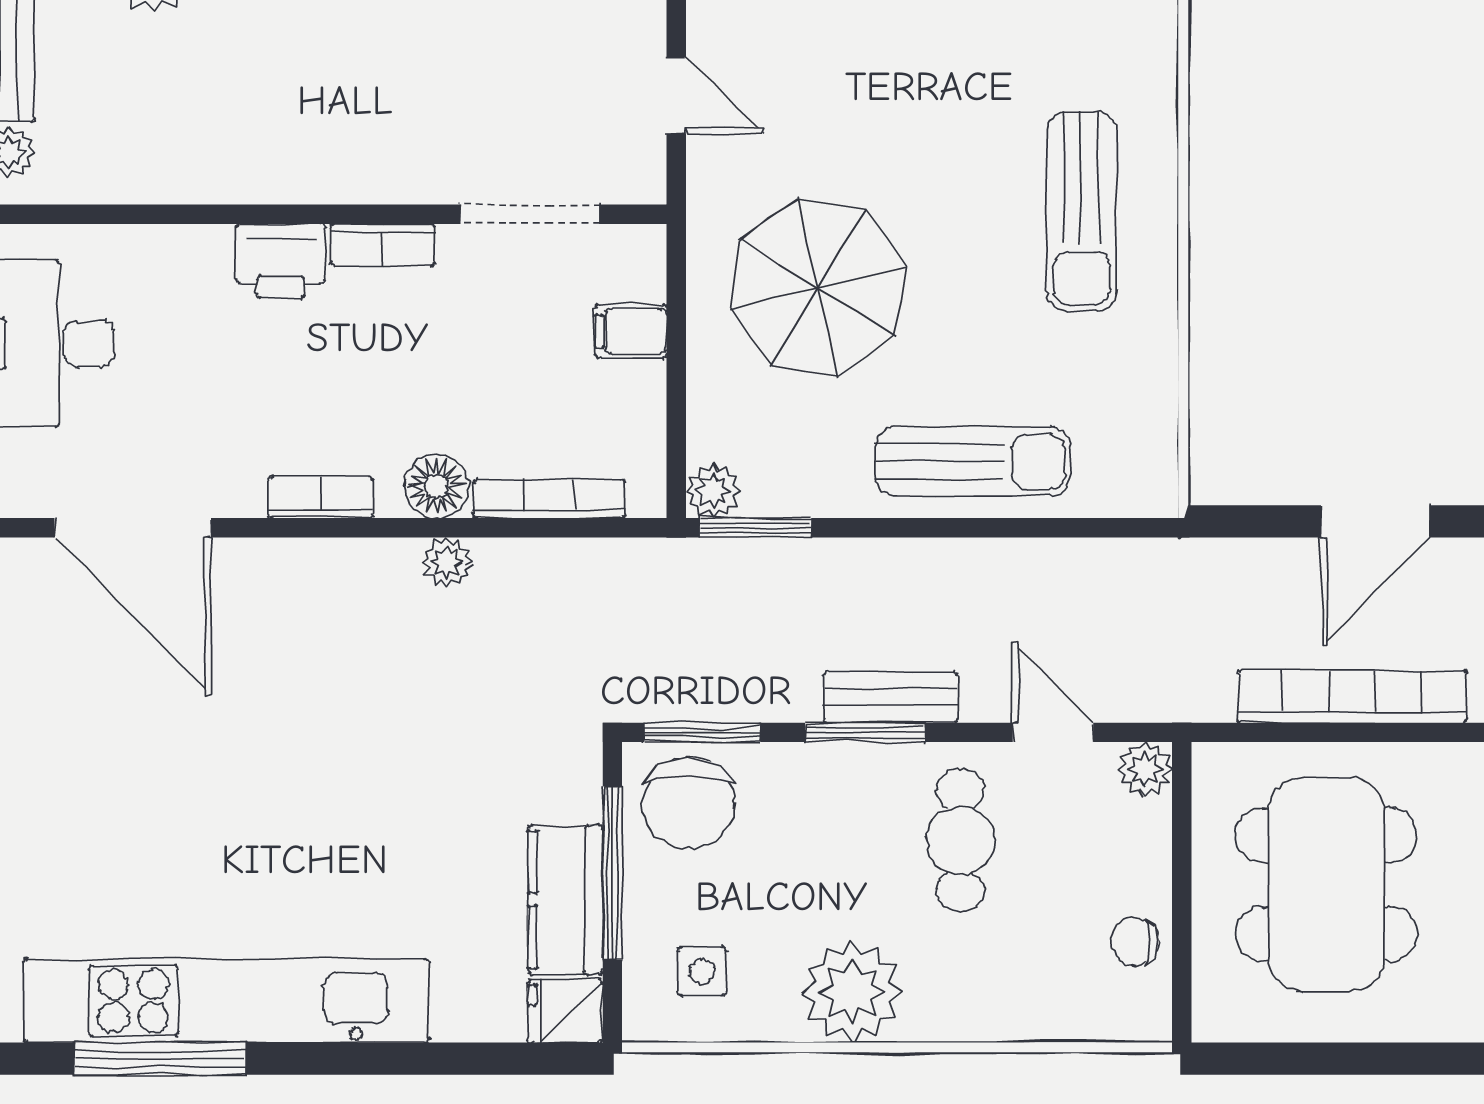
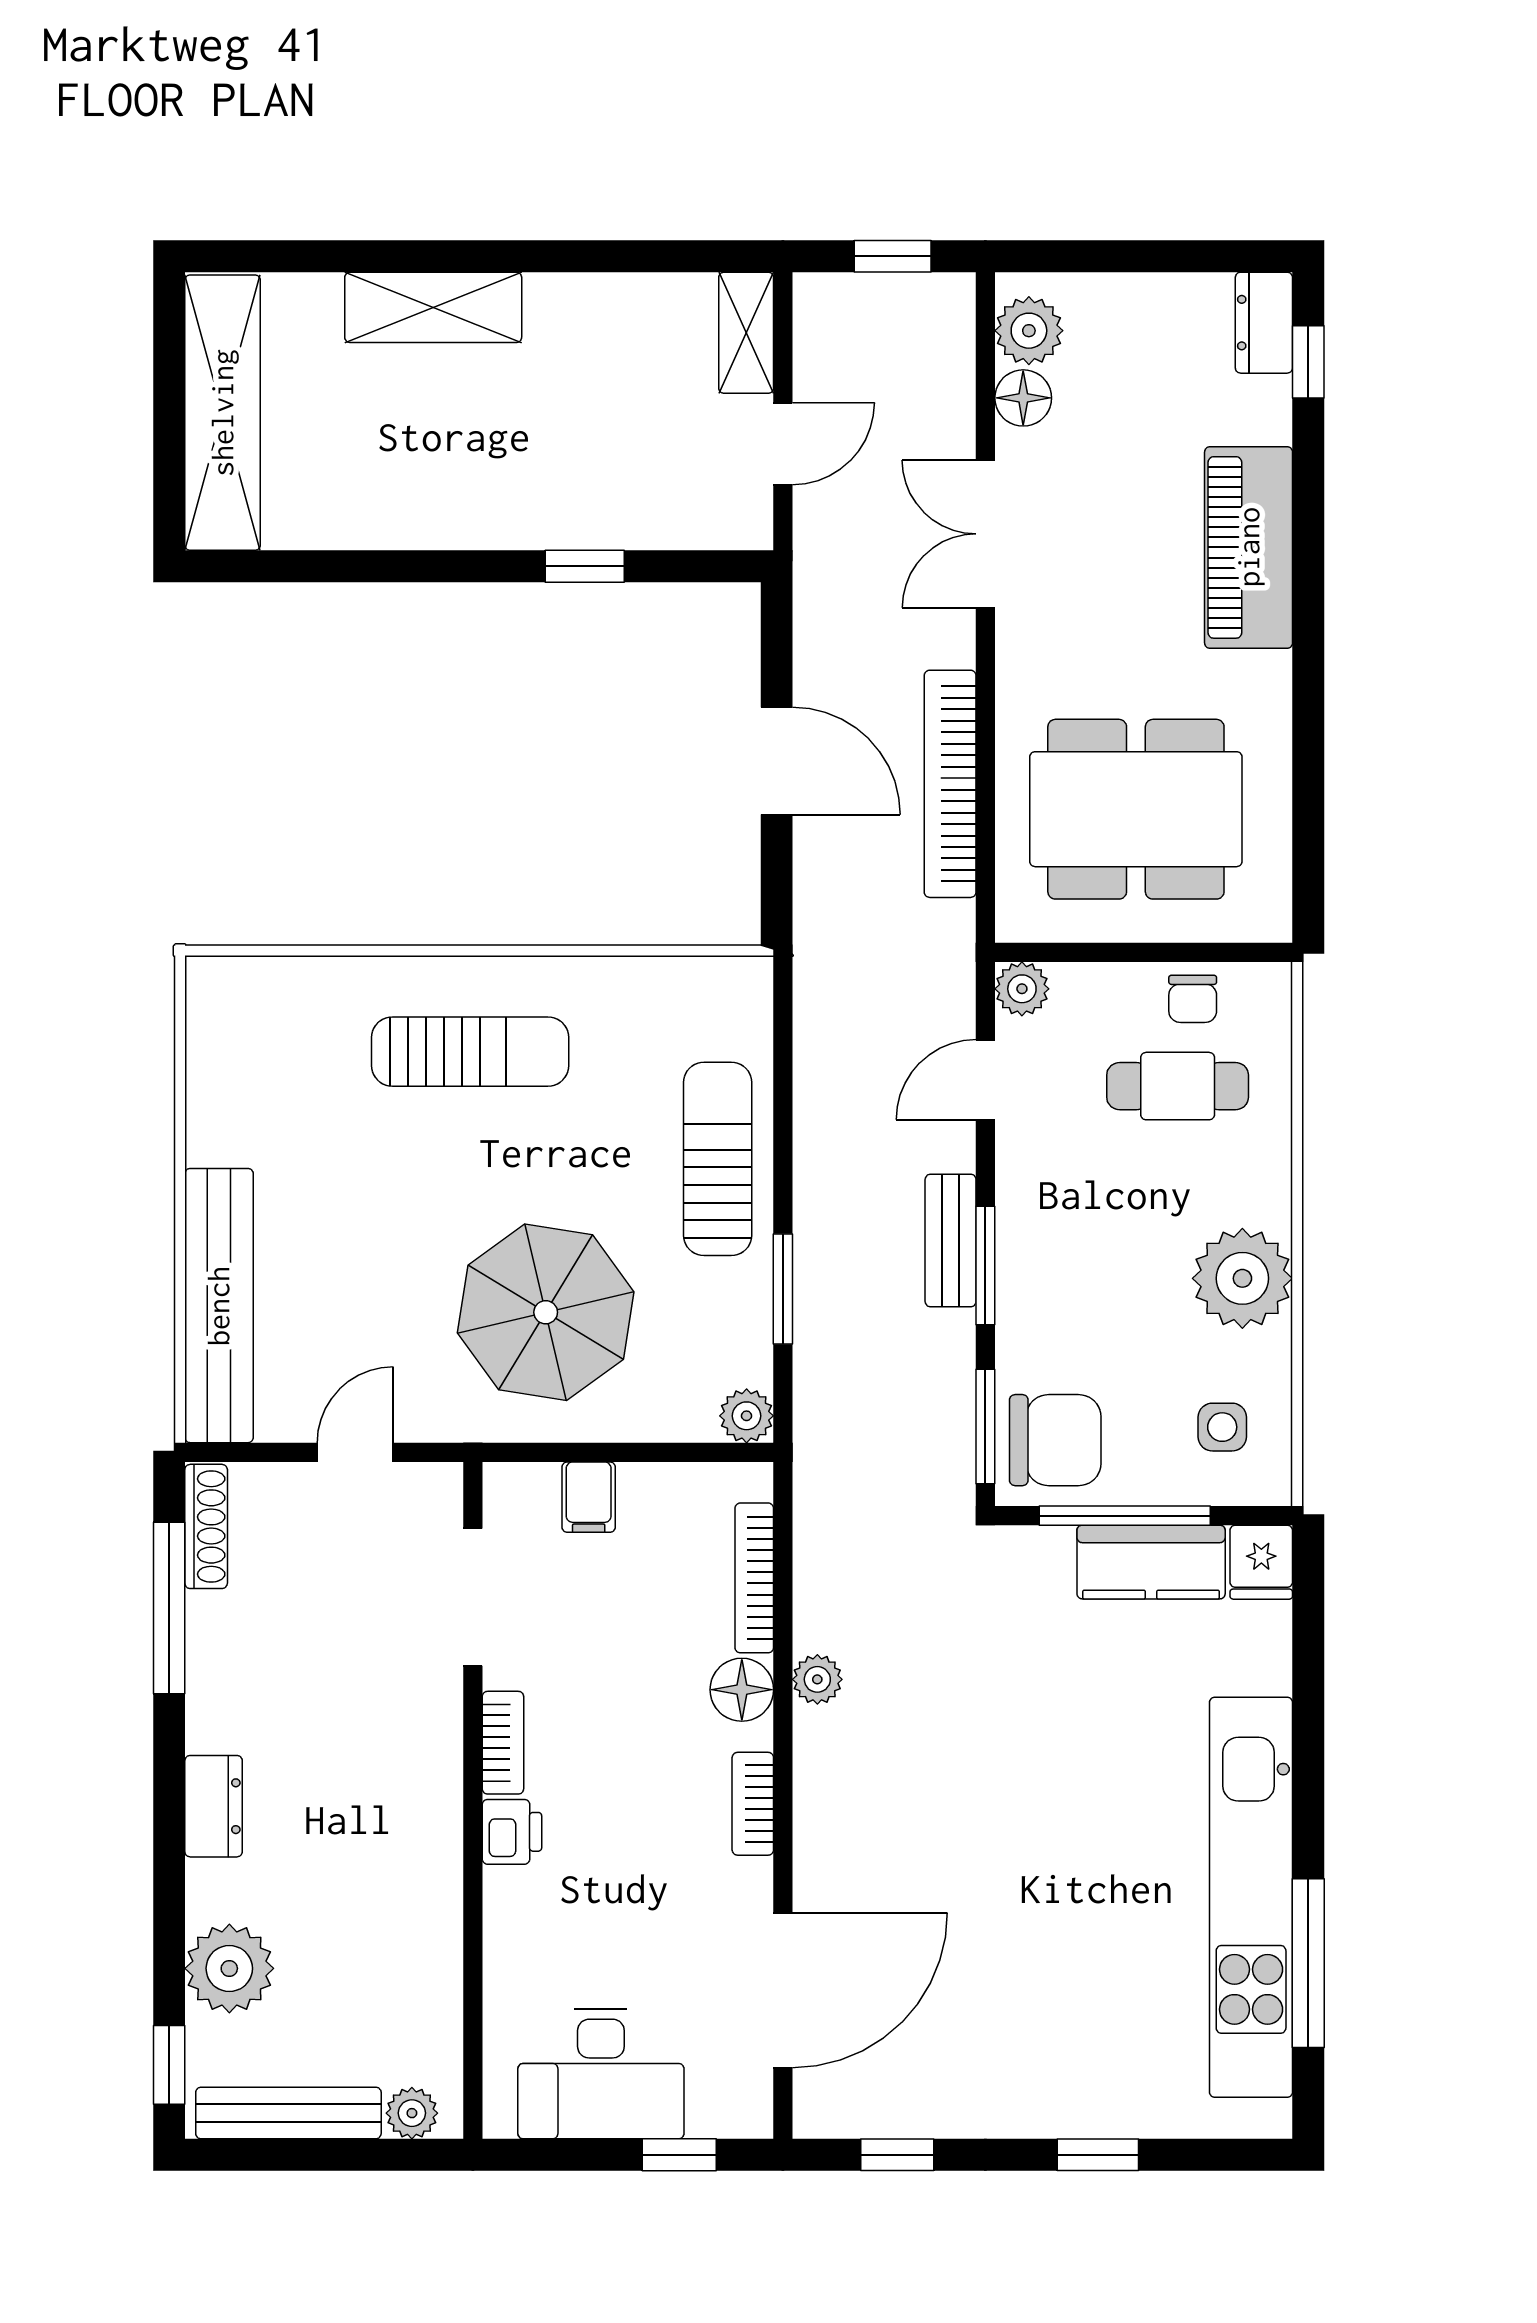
printer: (281, 261) -> (512, 1832), width x0.73, depth x0.81
window: (756, 528) -> (783, 1289), moved
cafe table: (960, 840) -> (1178, 1086), moved

